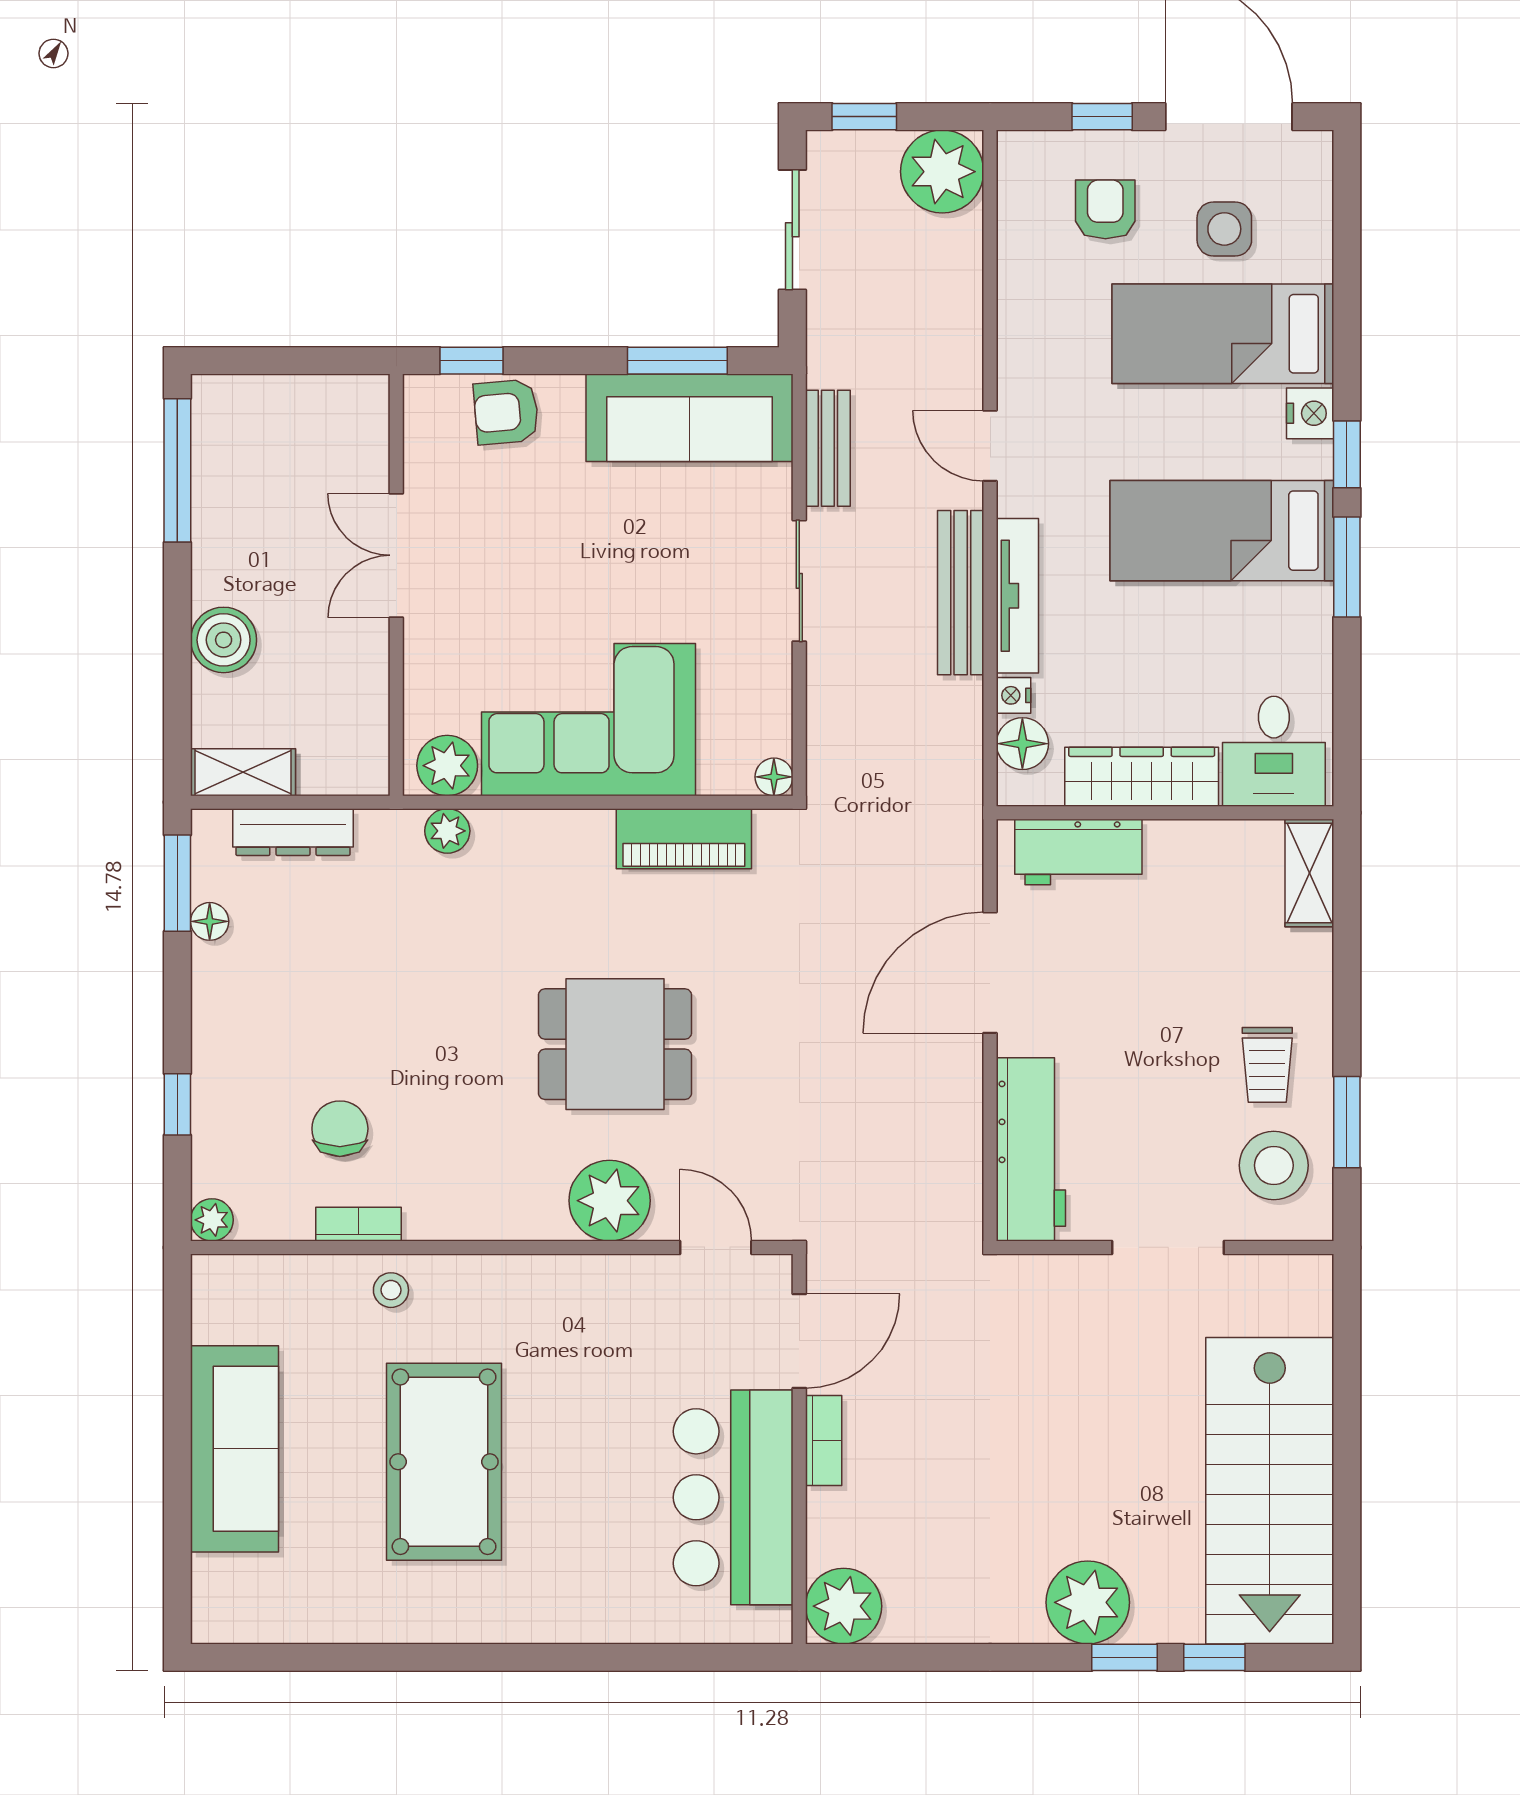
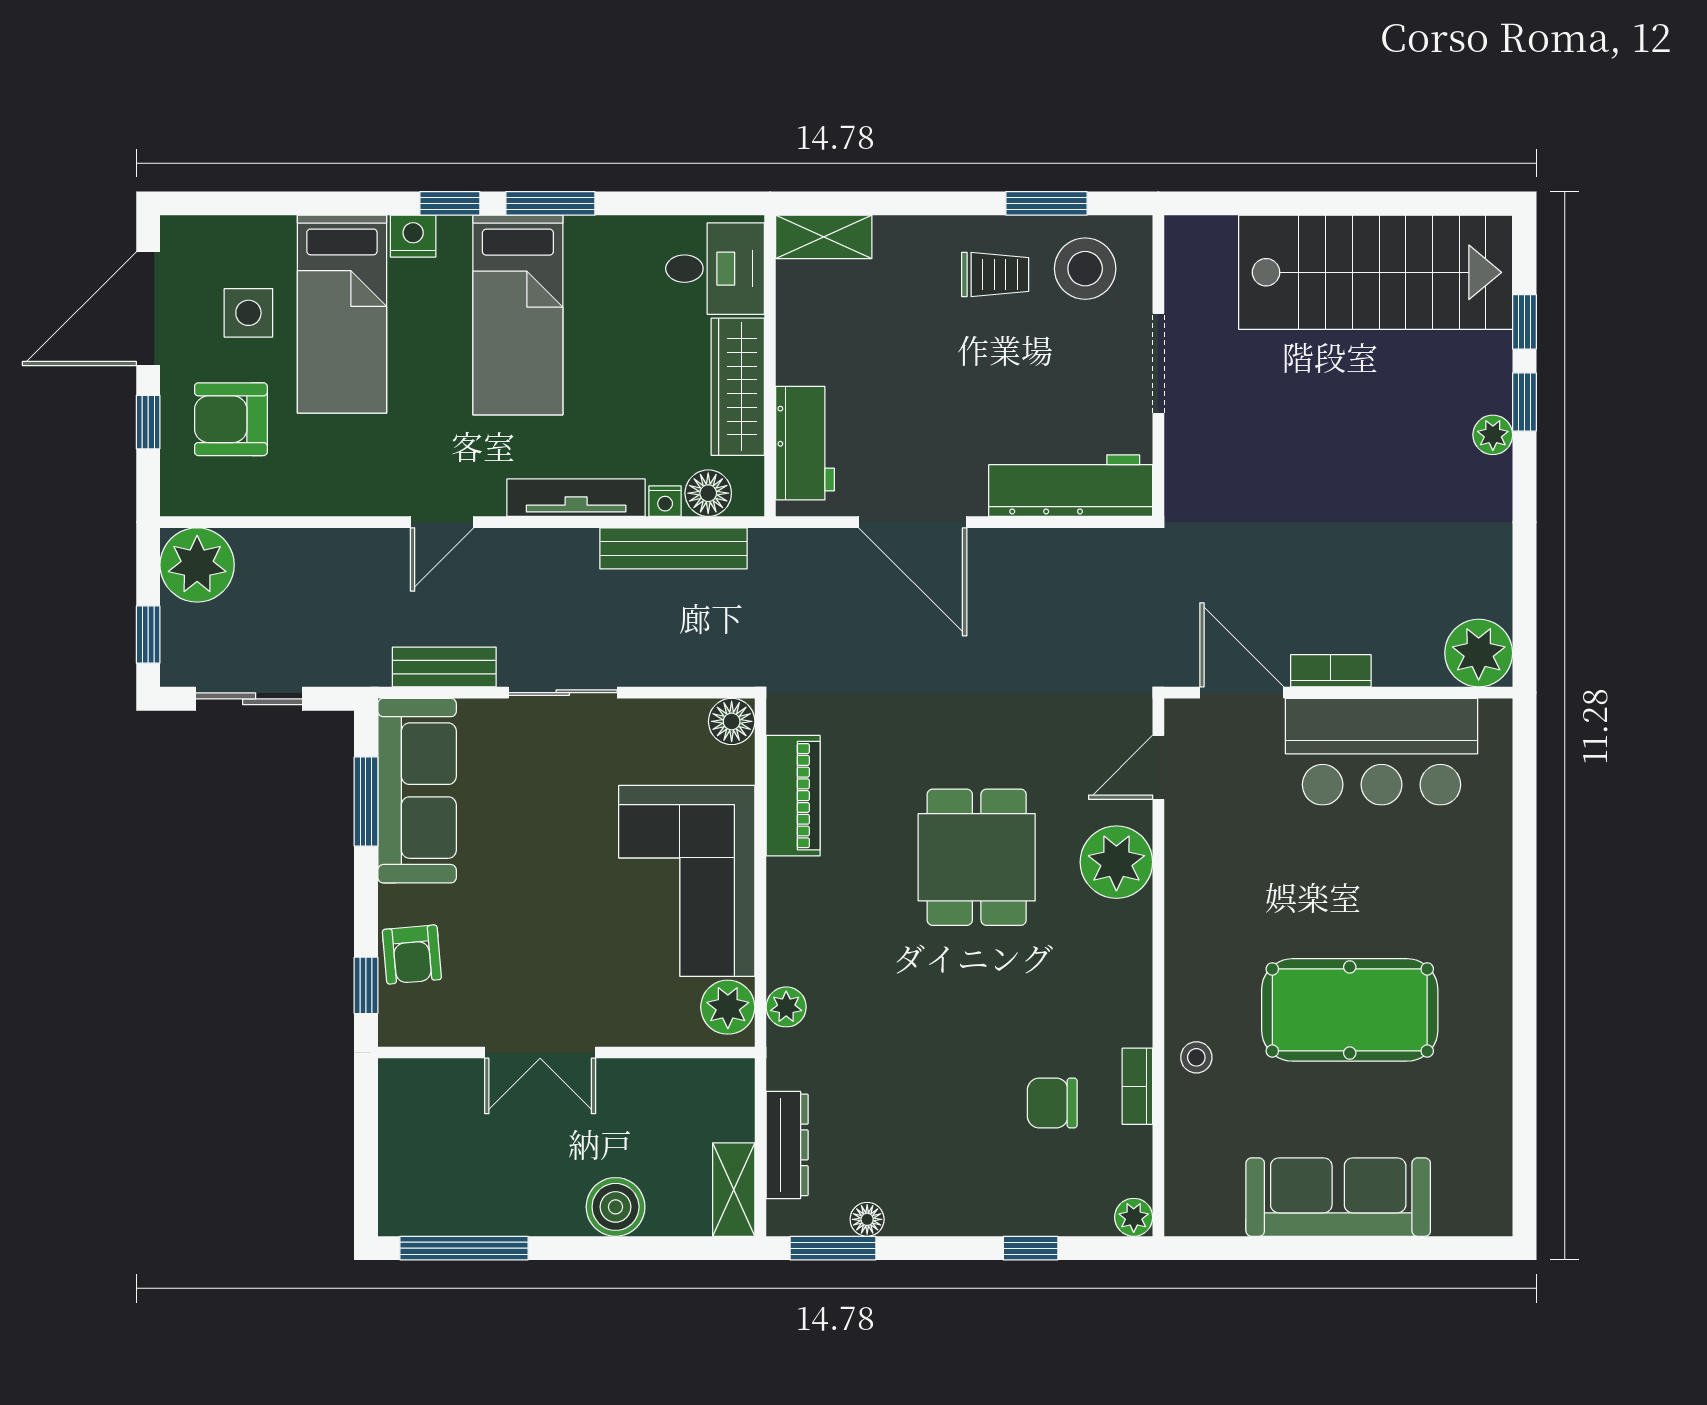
armchair: (1105, 209) -> (231, 419), width x1.38, depth x1.38
bench: (961, 593) -> (673, 548), moved
floor lamp: (774, 777) -> (732, 721), width x1.37, depth x1.37
plant: (1088, 1602) -> (1493, 435), width x0.53, depth x0.53

